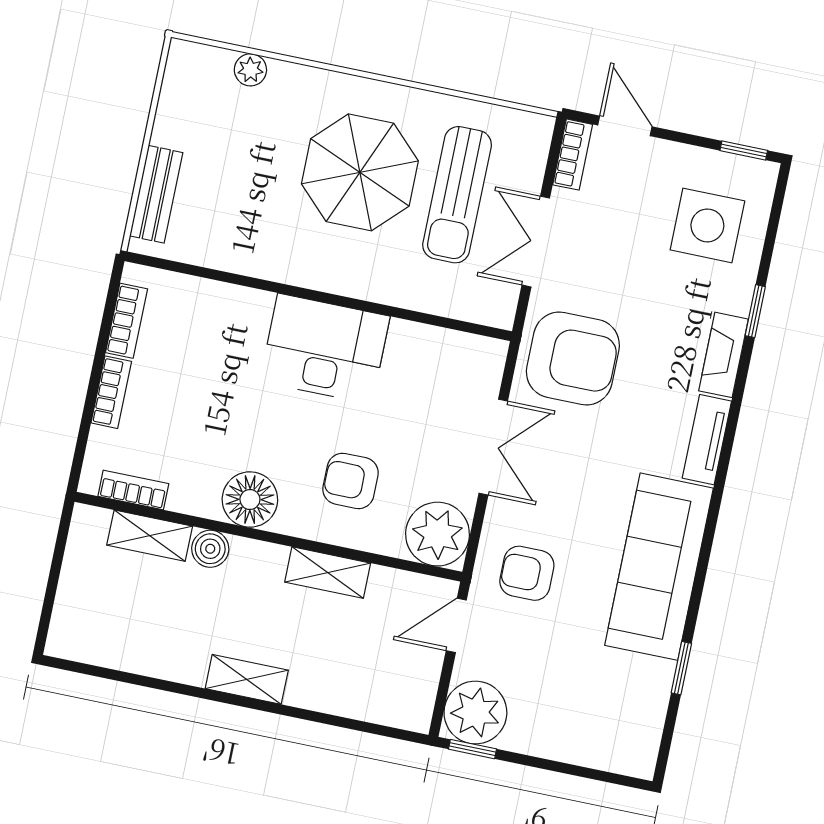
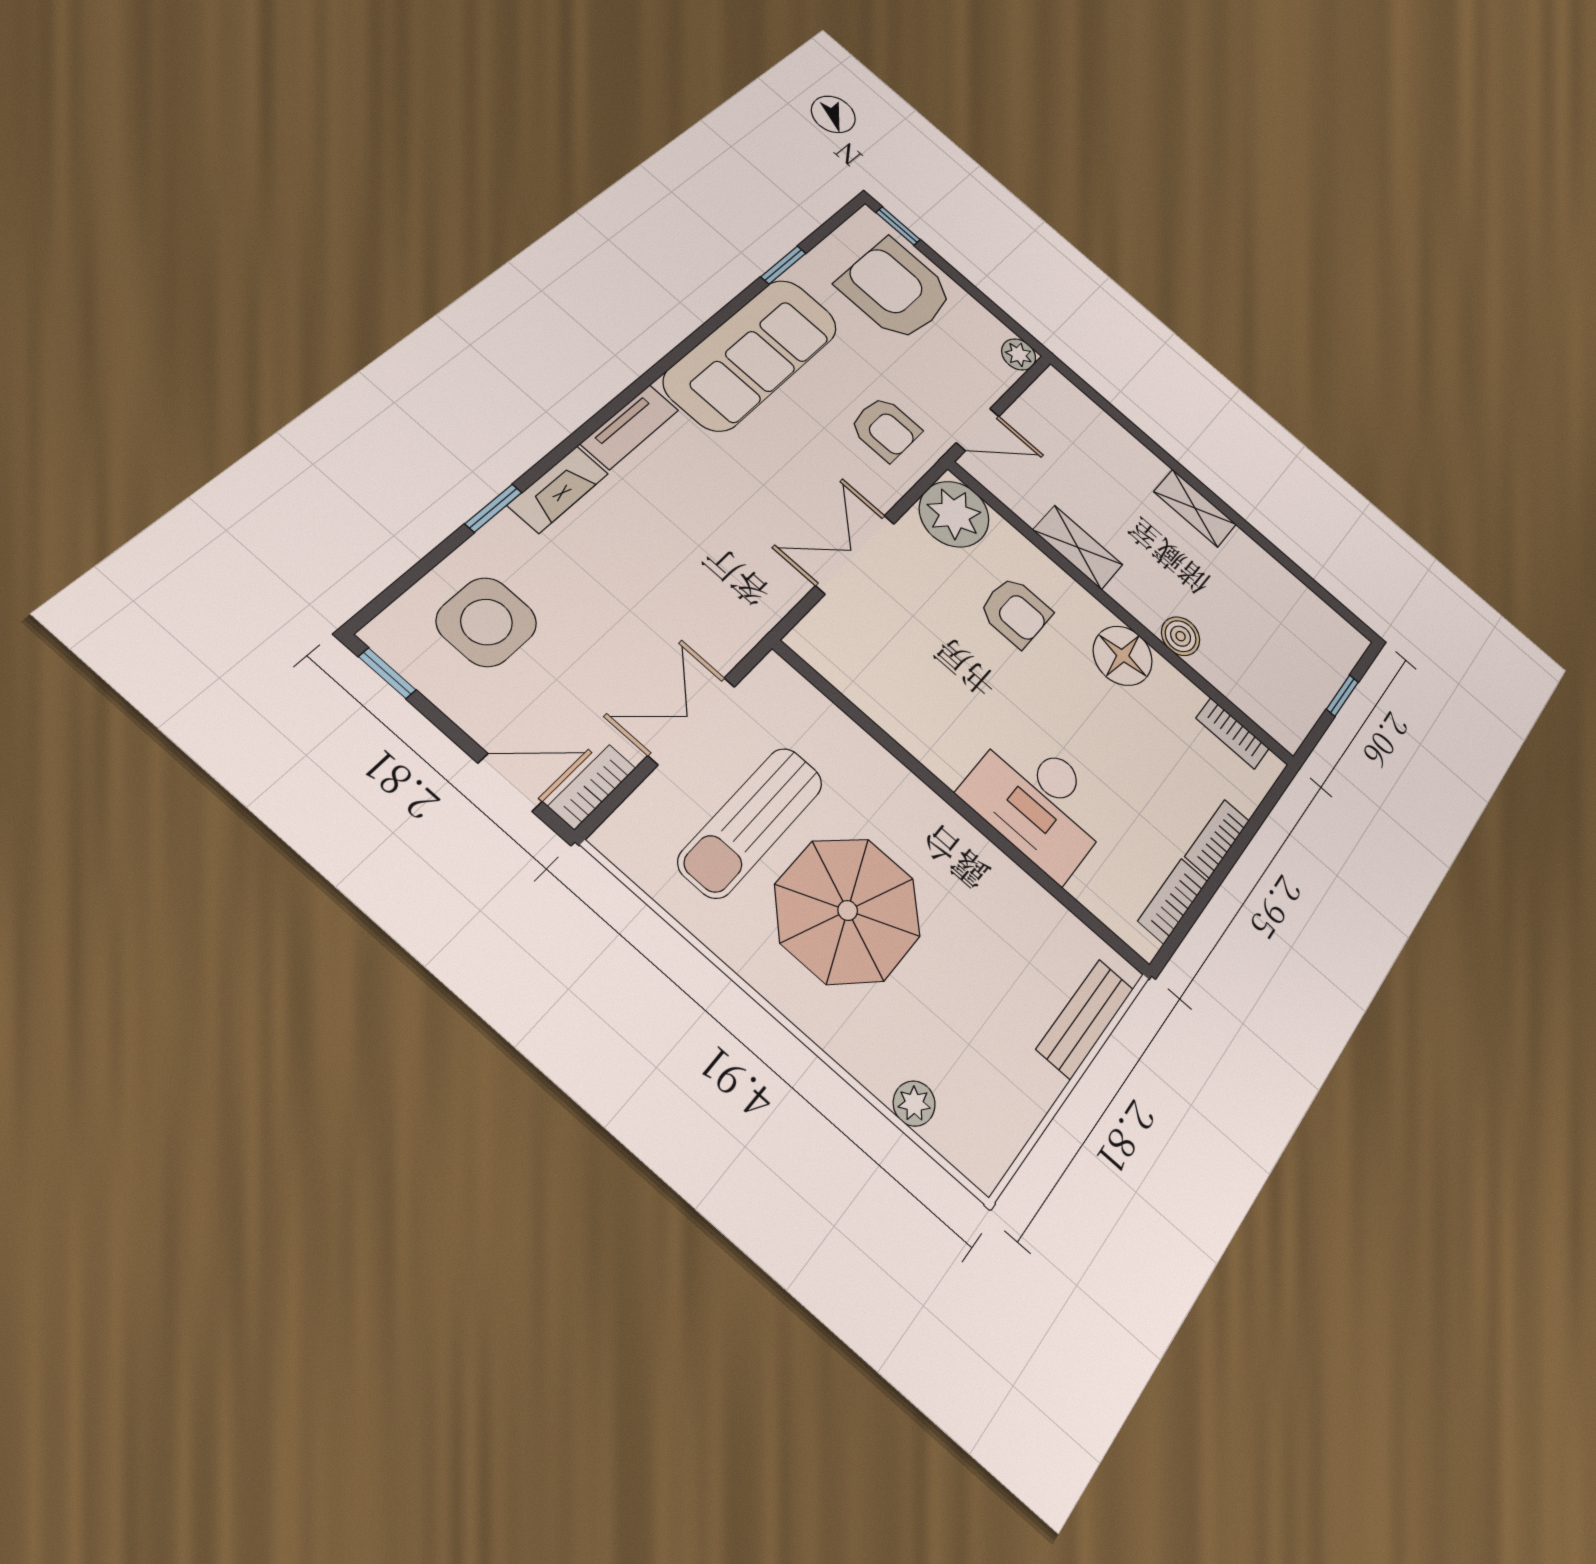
door: (625, 126) -> (510, 782), swing flipped
sun lounger: (457, 195) -> (751, 822), turned 180
double door: (536, 242) -> (692, 721), swing flipped
desk: (325, 349) -> (1038, 801), moved
armchair: (573, 358) -> (896, 290), moved
shelving: (150, 536) -> (1234, 683), removed
window: (52, 586) -> (1342, 696), added
plant: (475, 713) -> (1019, 354), width x0.53, depth x0.53
window: (472, 749) -> (898, 226), moved

